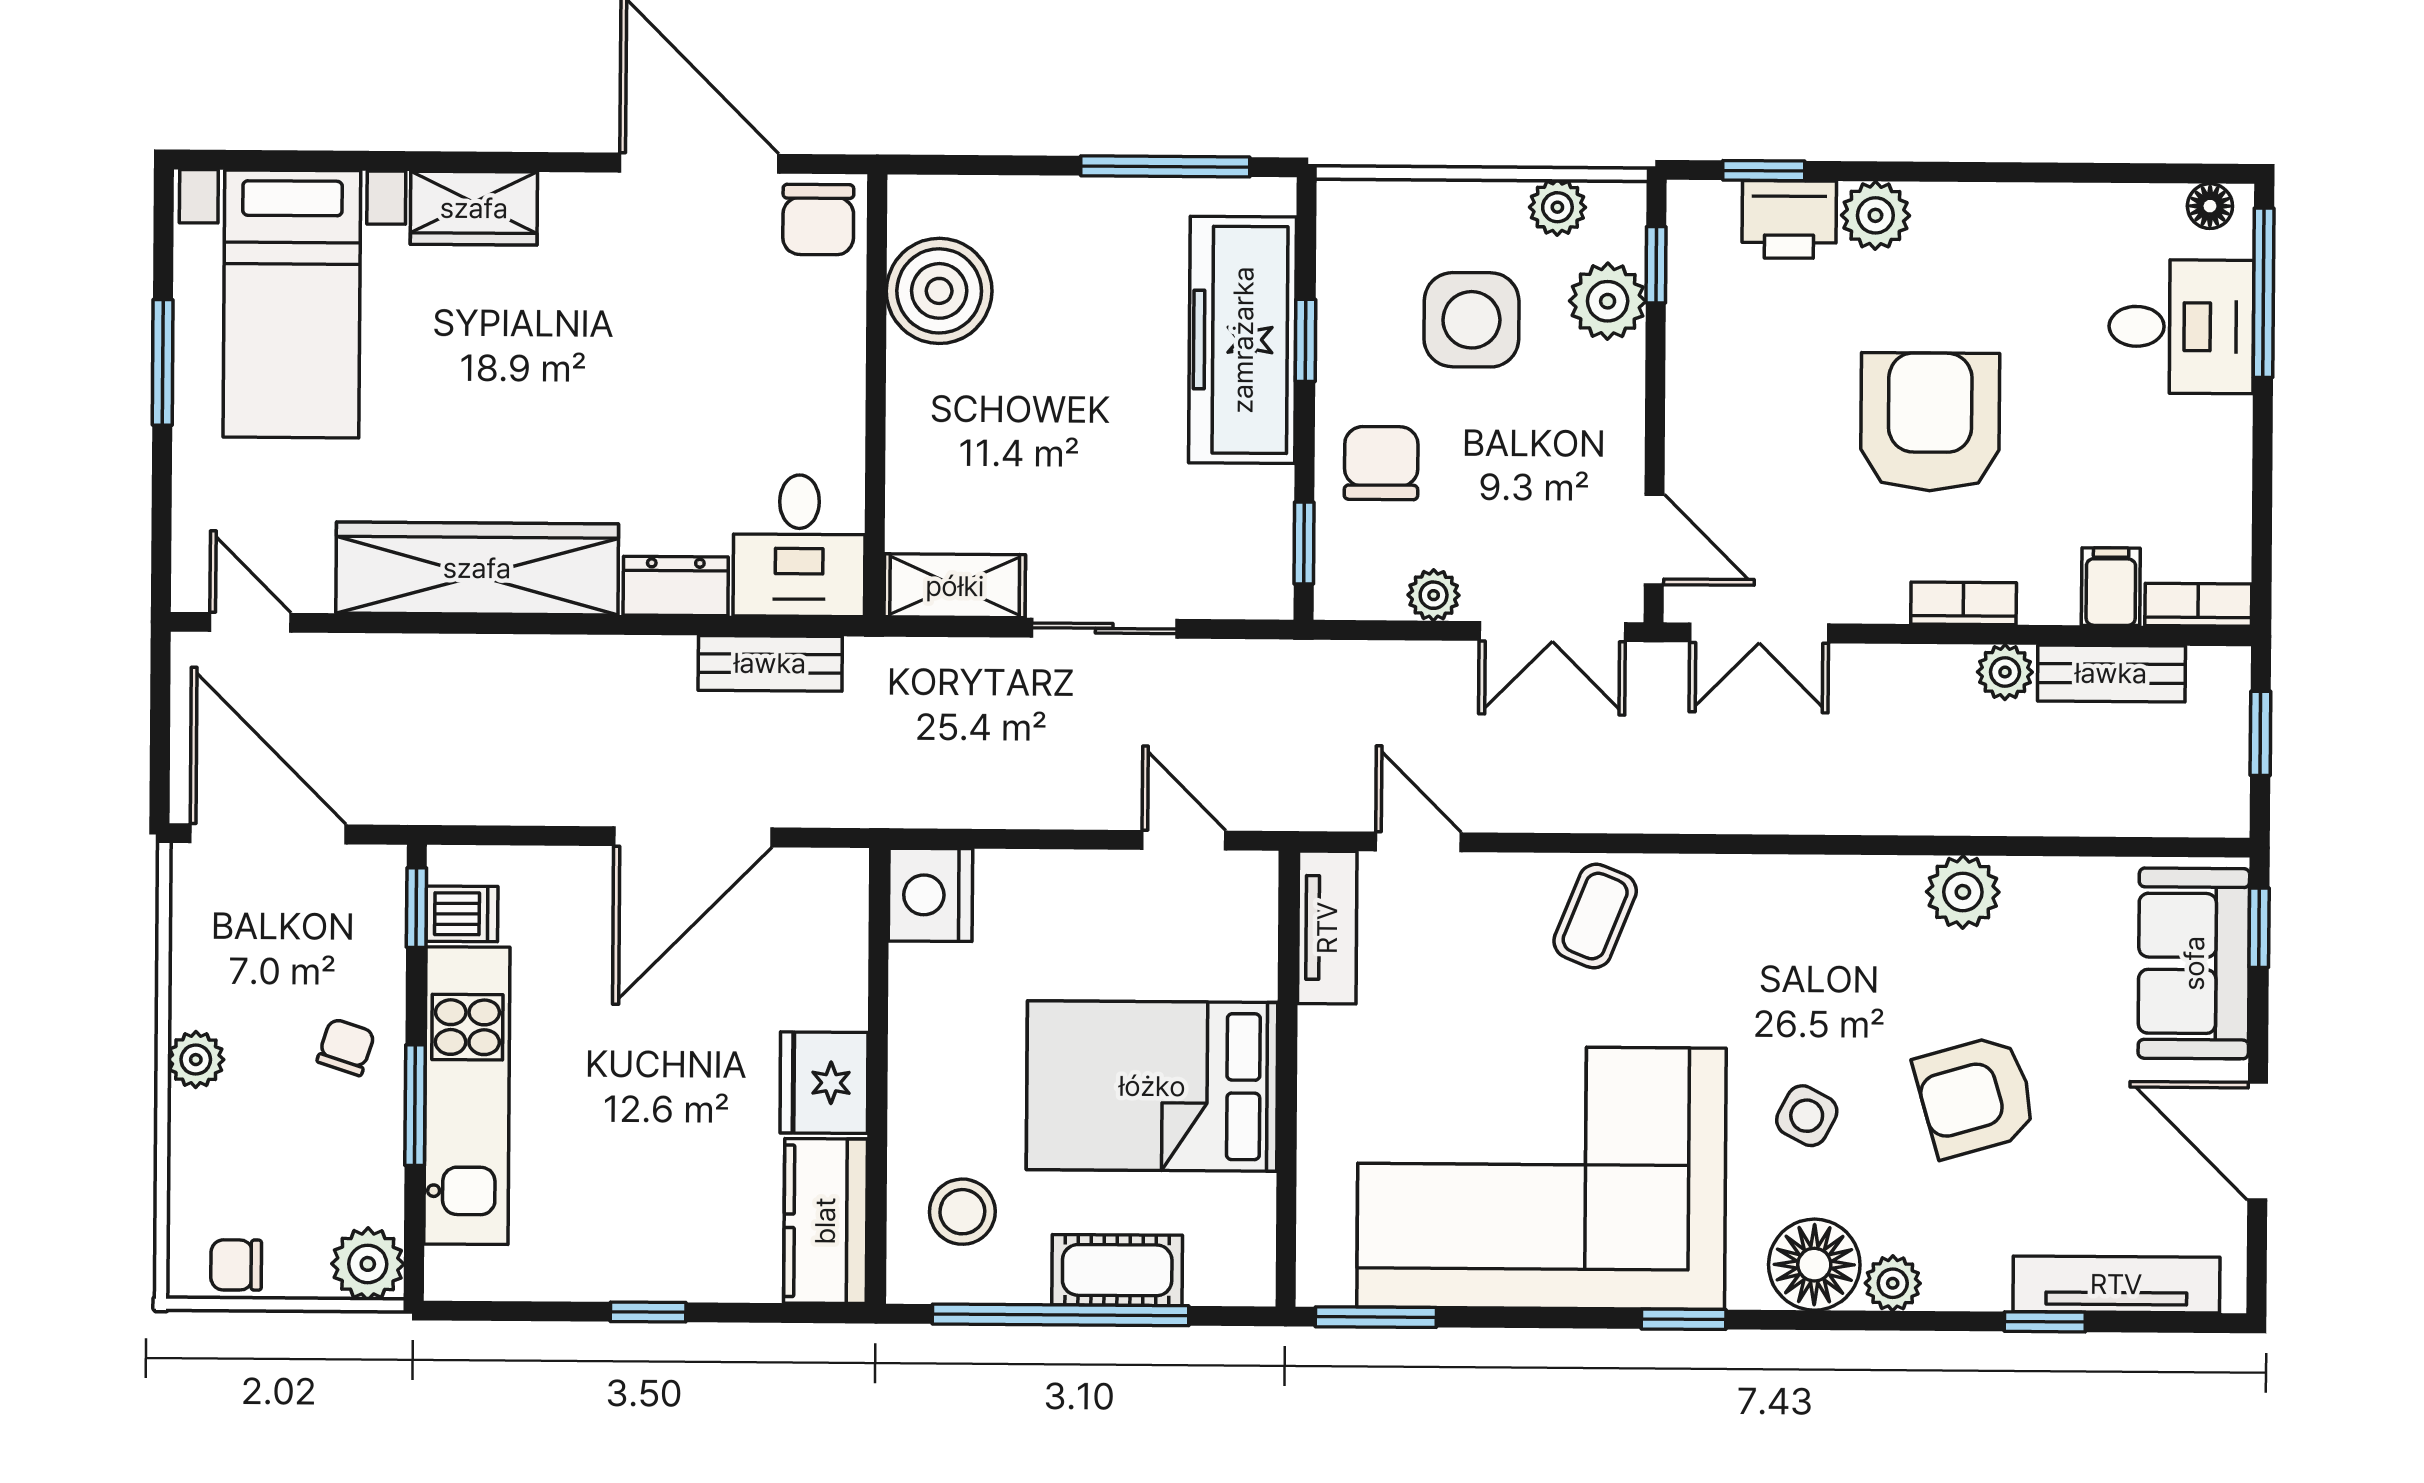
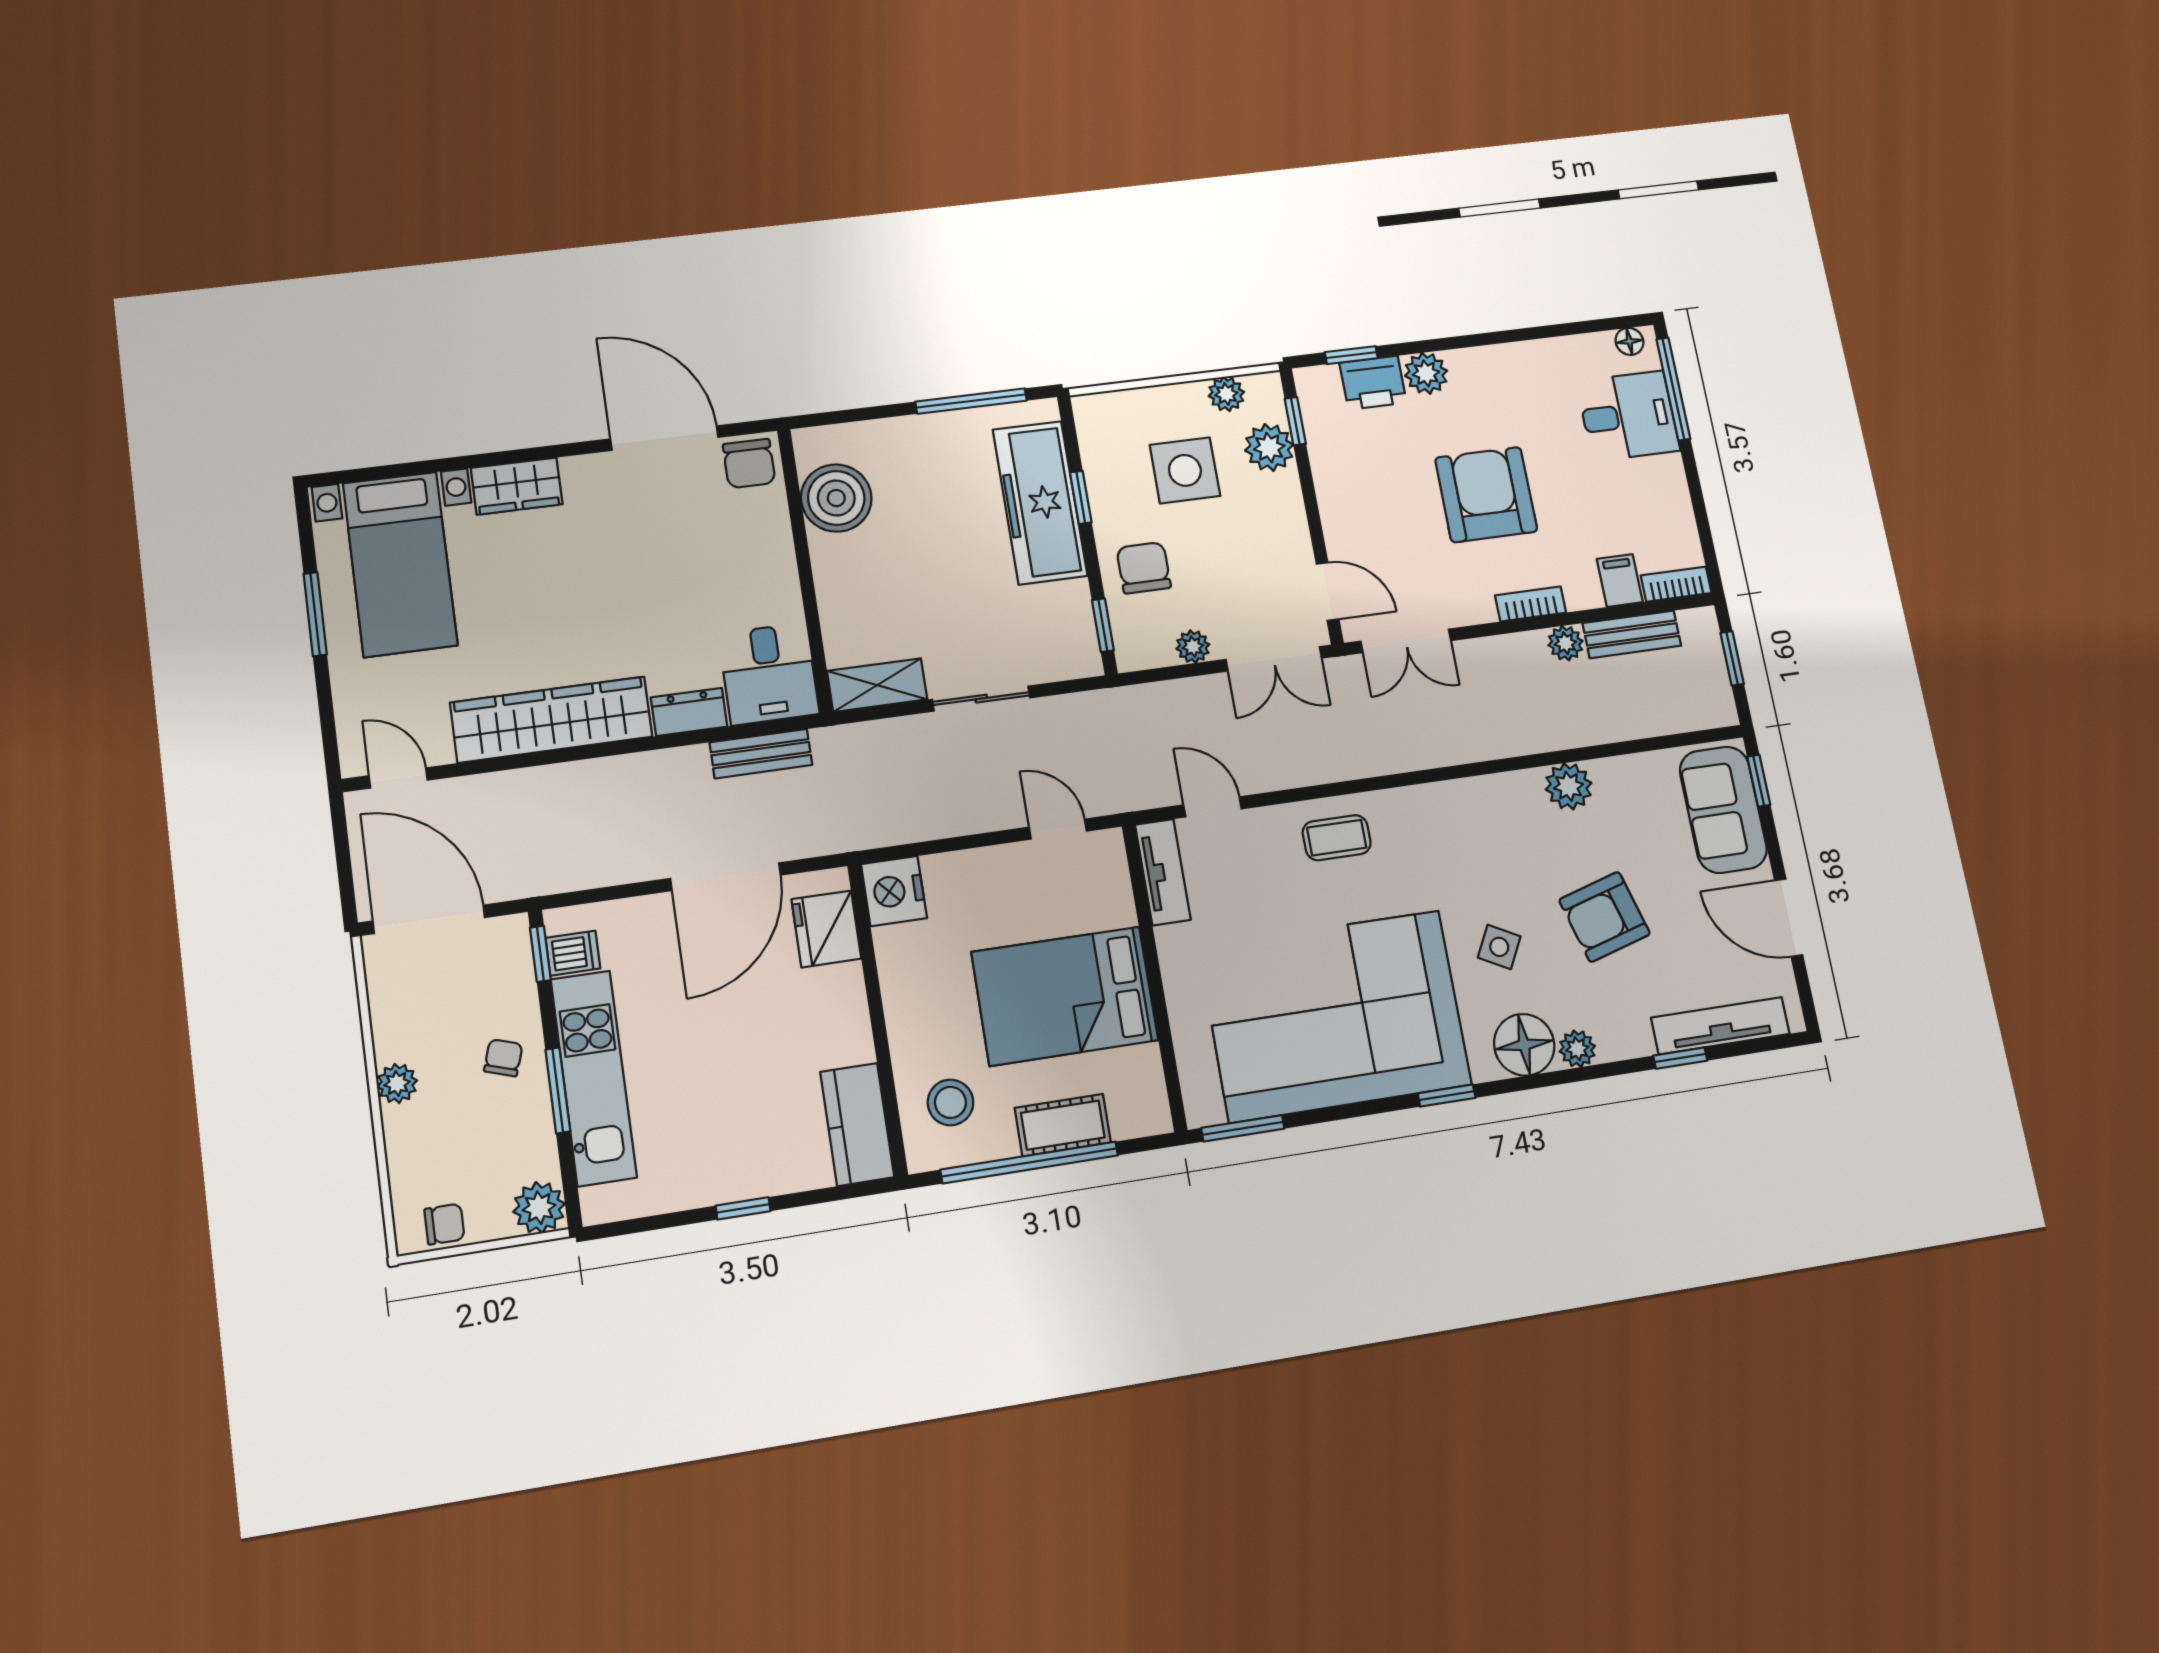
coffee table: (1595, 916) -> (1337, 838), turned 68
fridge: (824, 1083) -> (826, 929), moved
chair: (236, 1265) -> (444, 1224), turned 180

